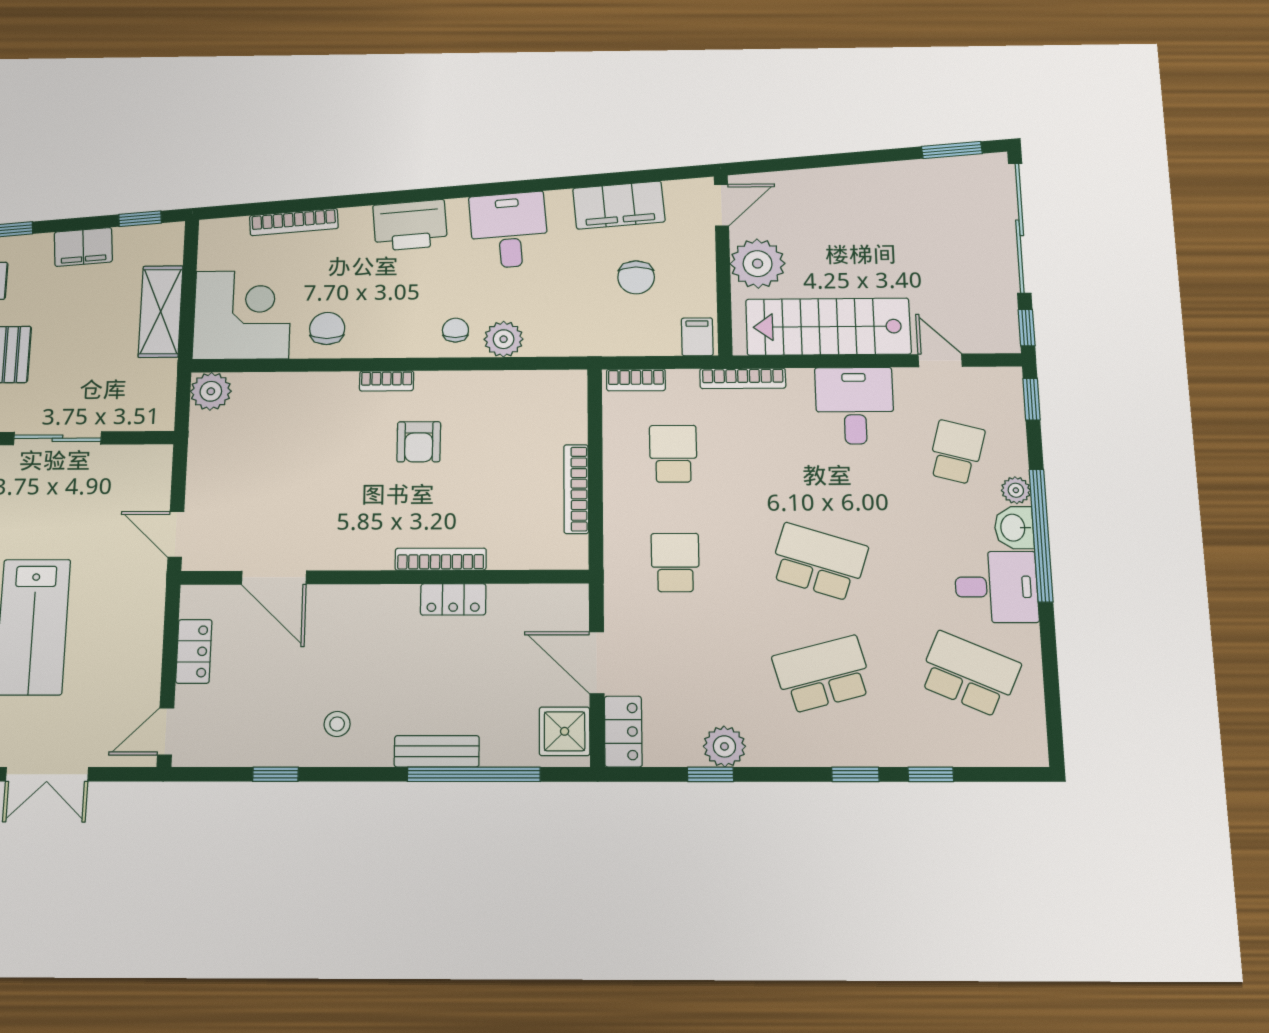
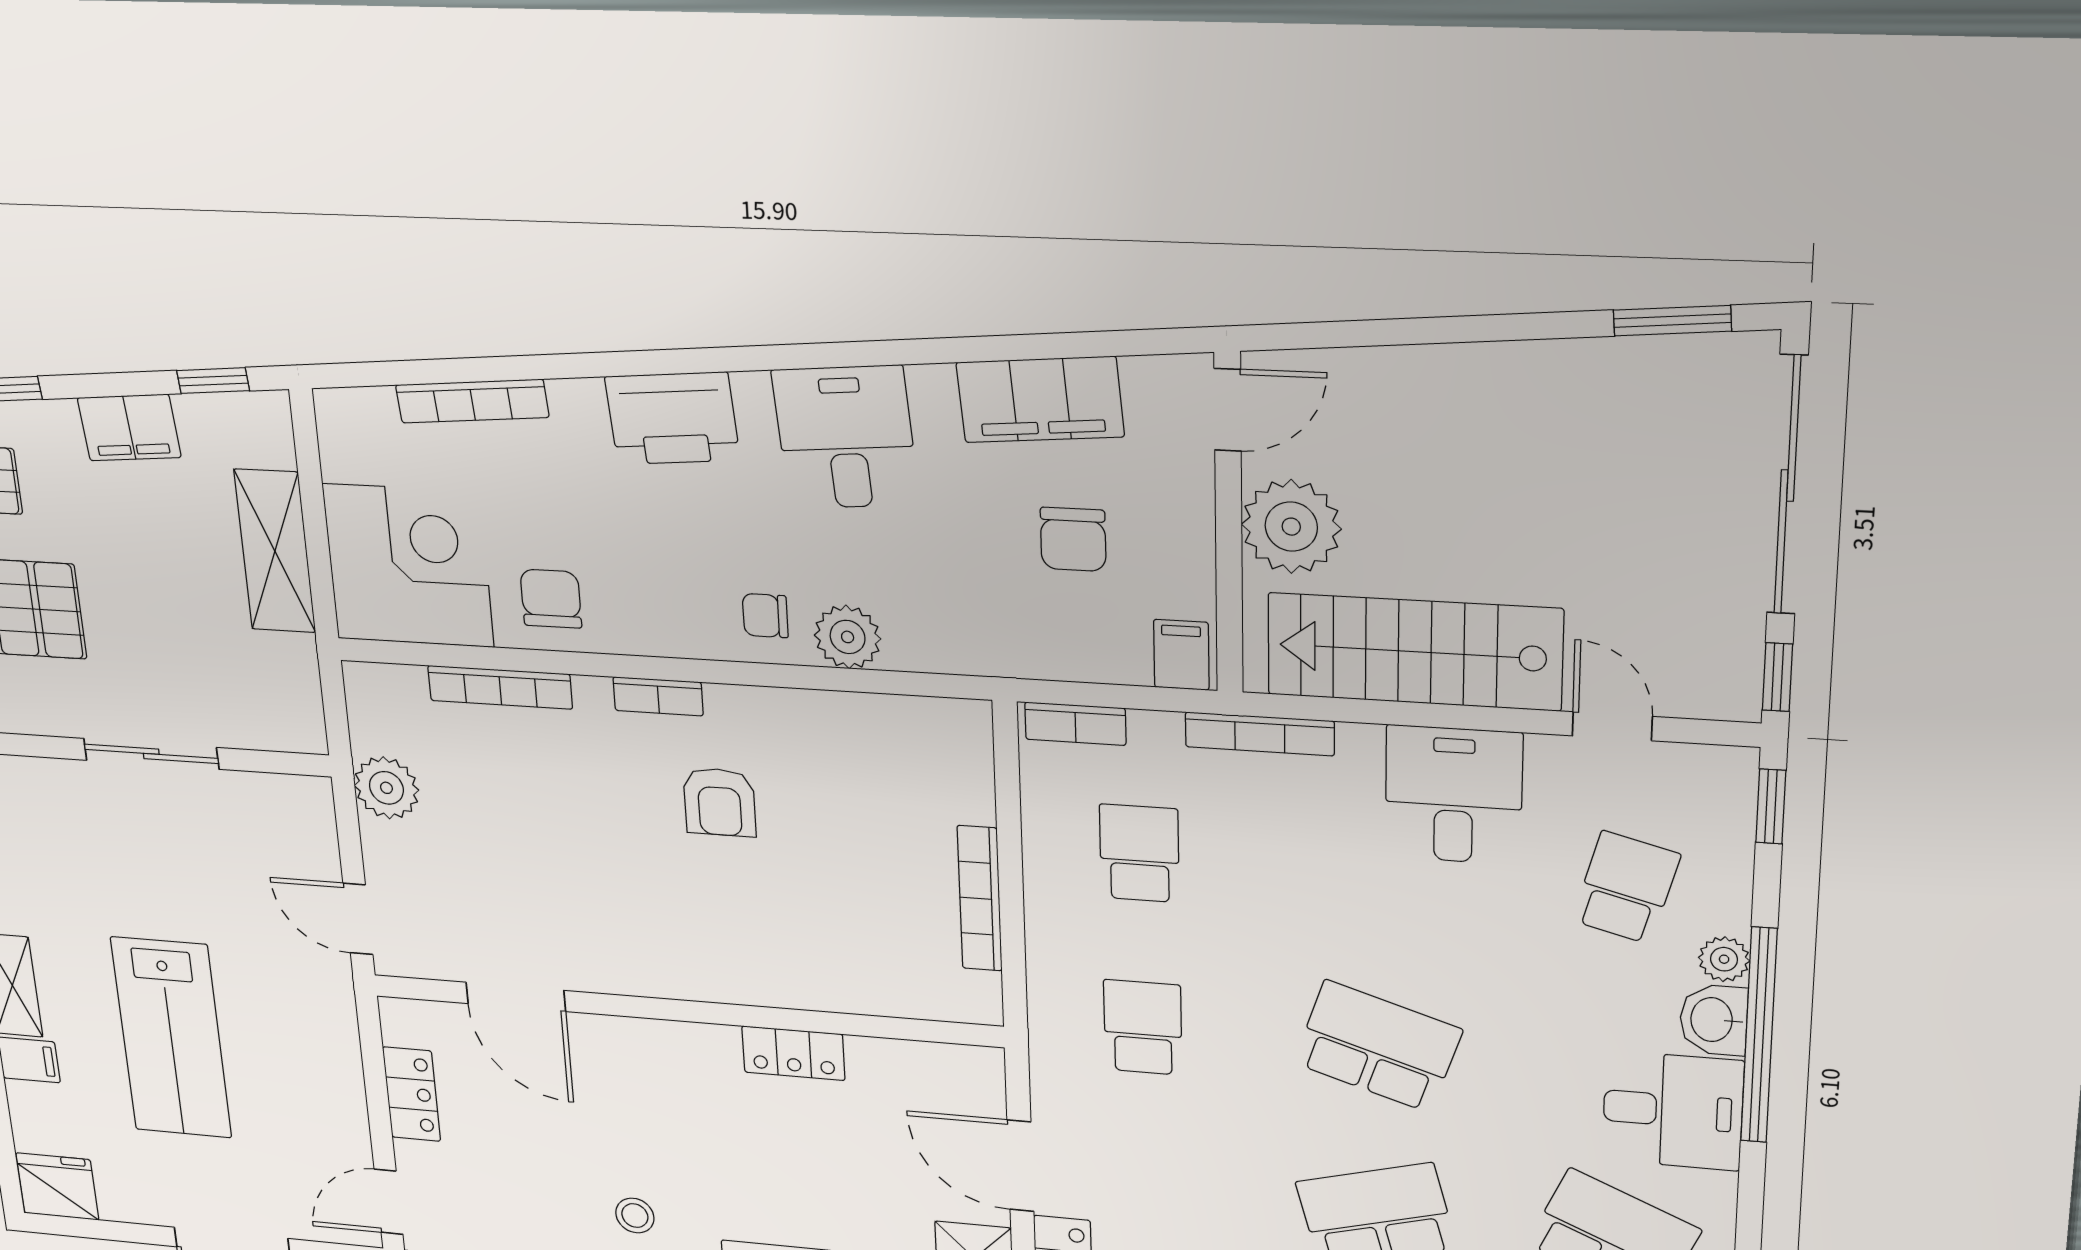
chair: (455, 330) -> (765, 616), turned -90
plant: (211, 391) -> (386, 788), moved
bookcase: (441, 559) -> (500, 687), moved, turned 180

